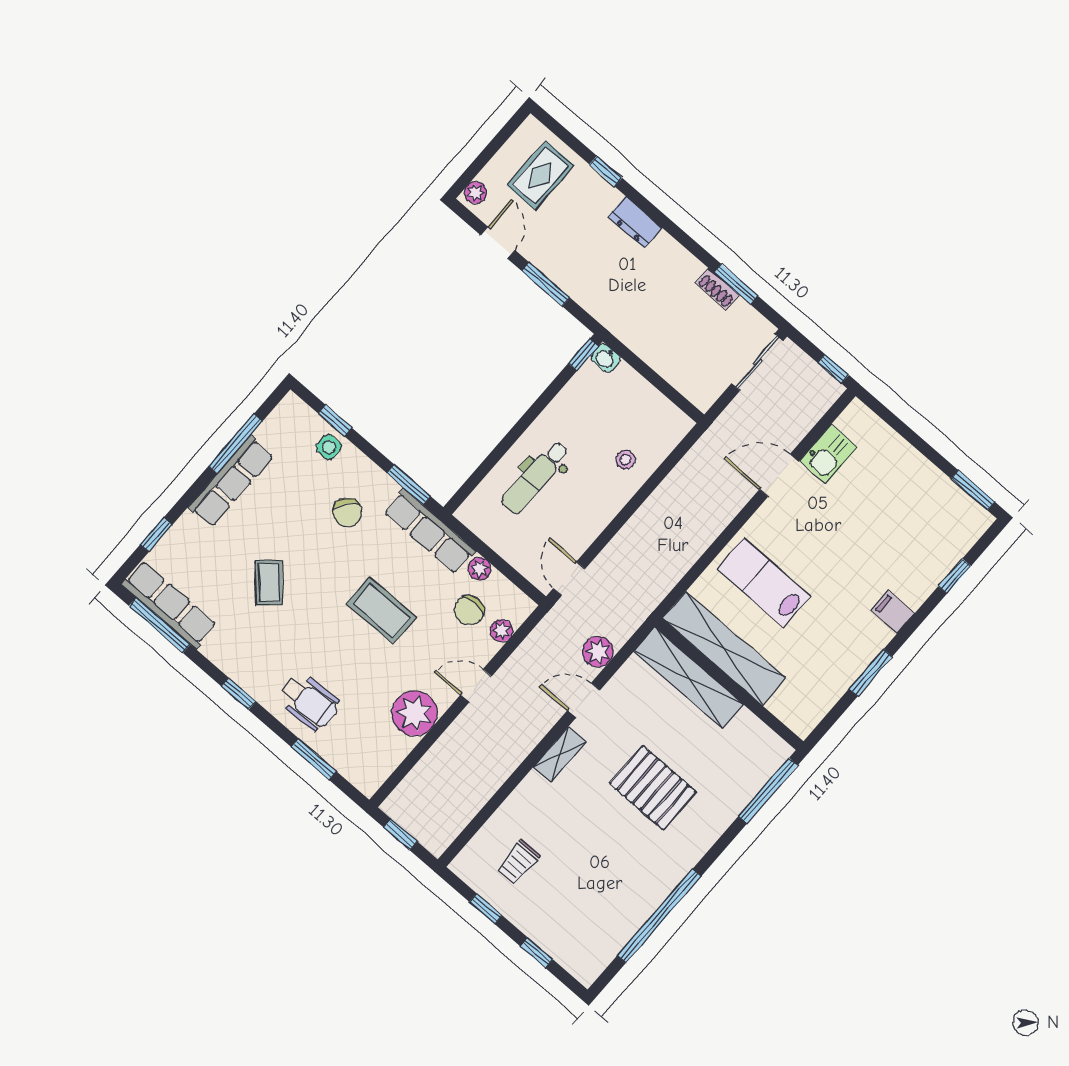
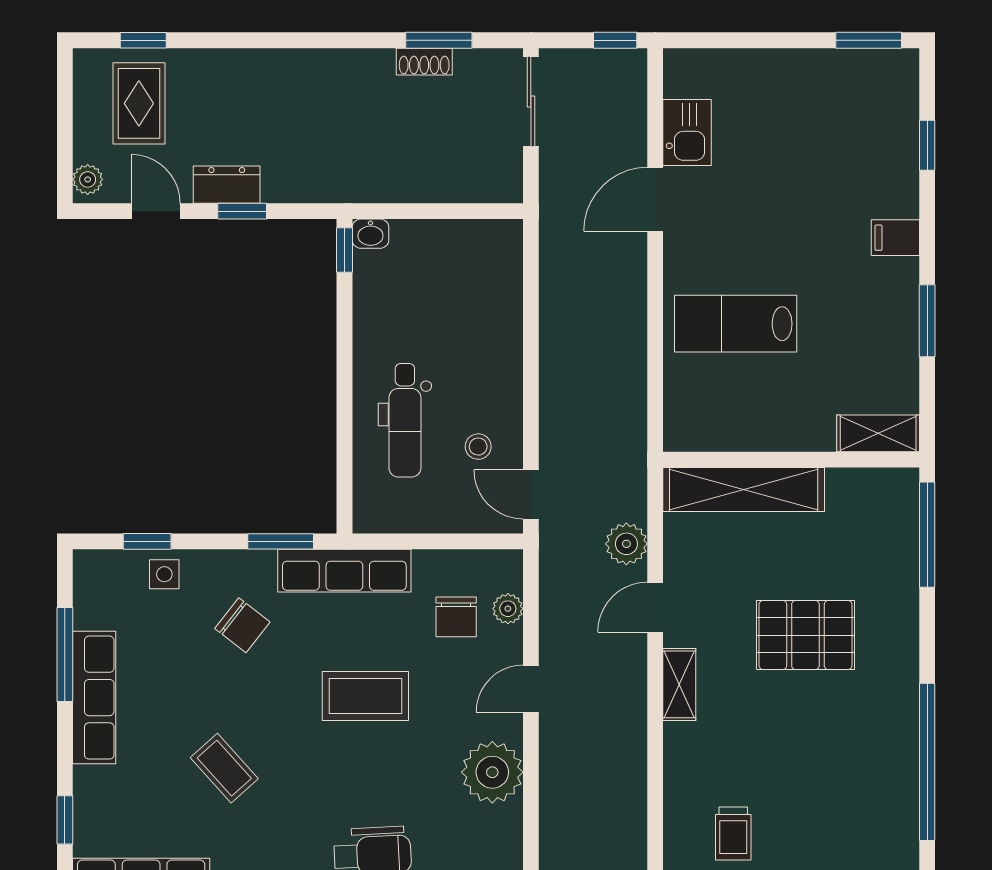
window: (606, 171) -> (143, 40), moved
dresser: (635, 222) -> (227, 185), moved, turned 180
window: (546, 284) -> (242, 211), width x0.67
stool: (626, 460) -> (478, 447), moved
plant: (480, 569) -> (429, 565), removed
shelving: (724, 648) -> (878, 433), moved, width x0.45, depth x0.75

